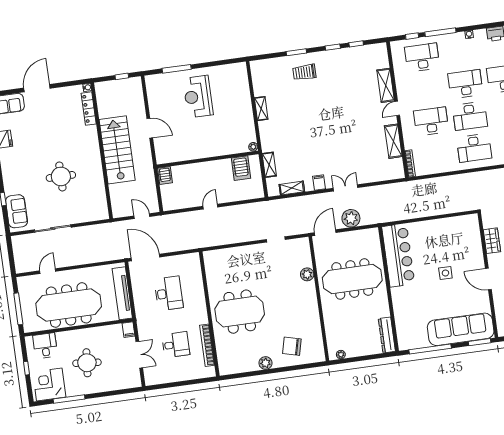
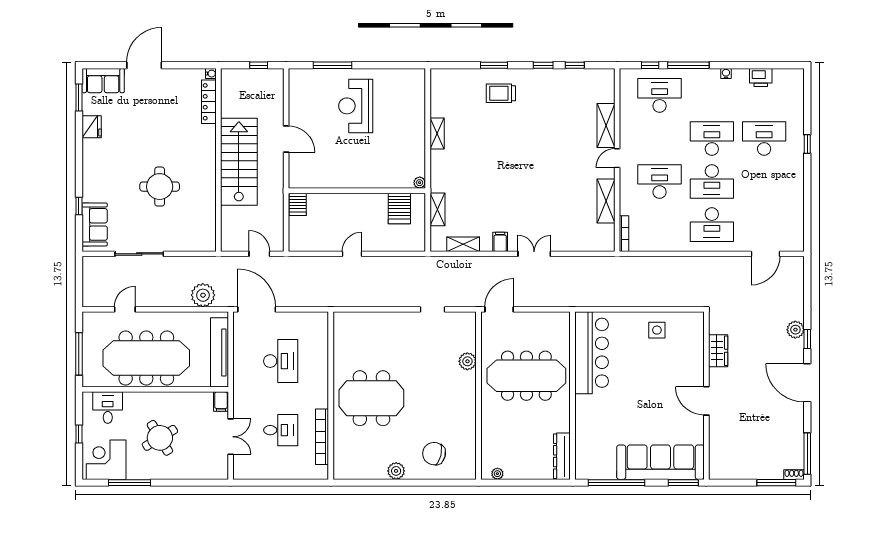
plant: (351, 218) -> (203, 295), moved
side table: (445, 273) -> (657, 330), moved
round table: (87, 363) -> (160, 438), turned -36

